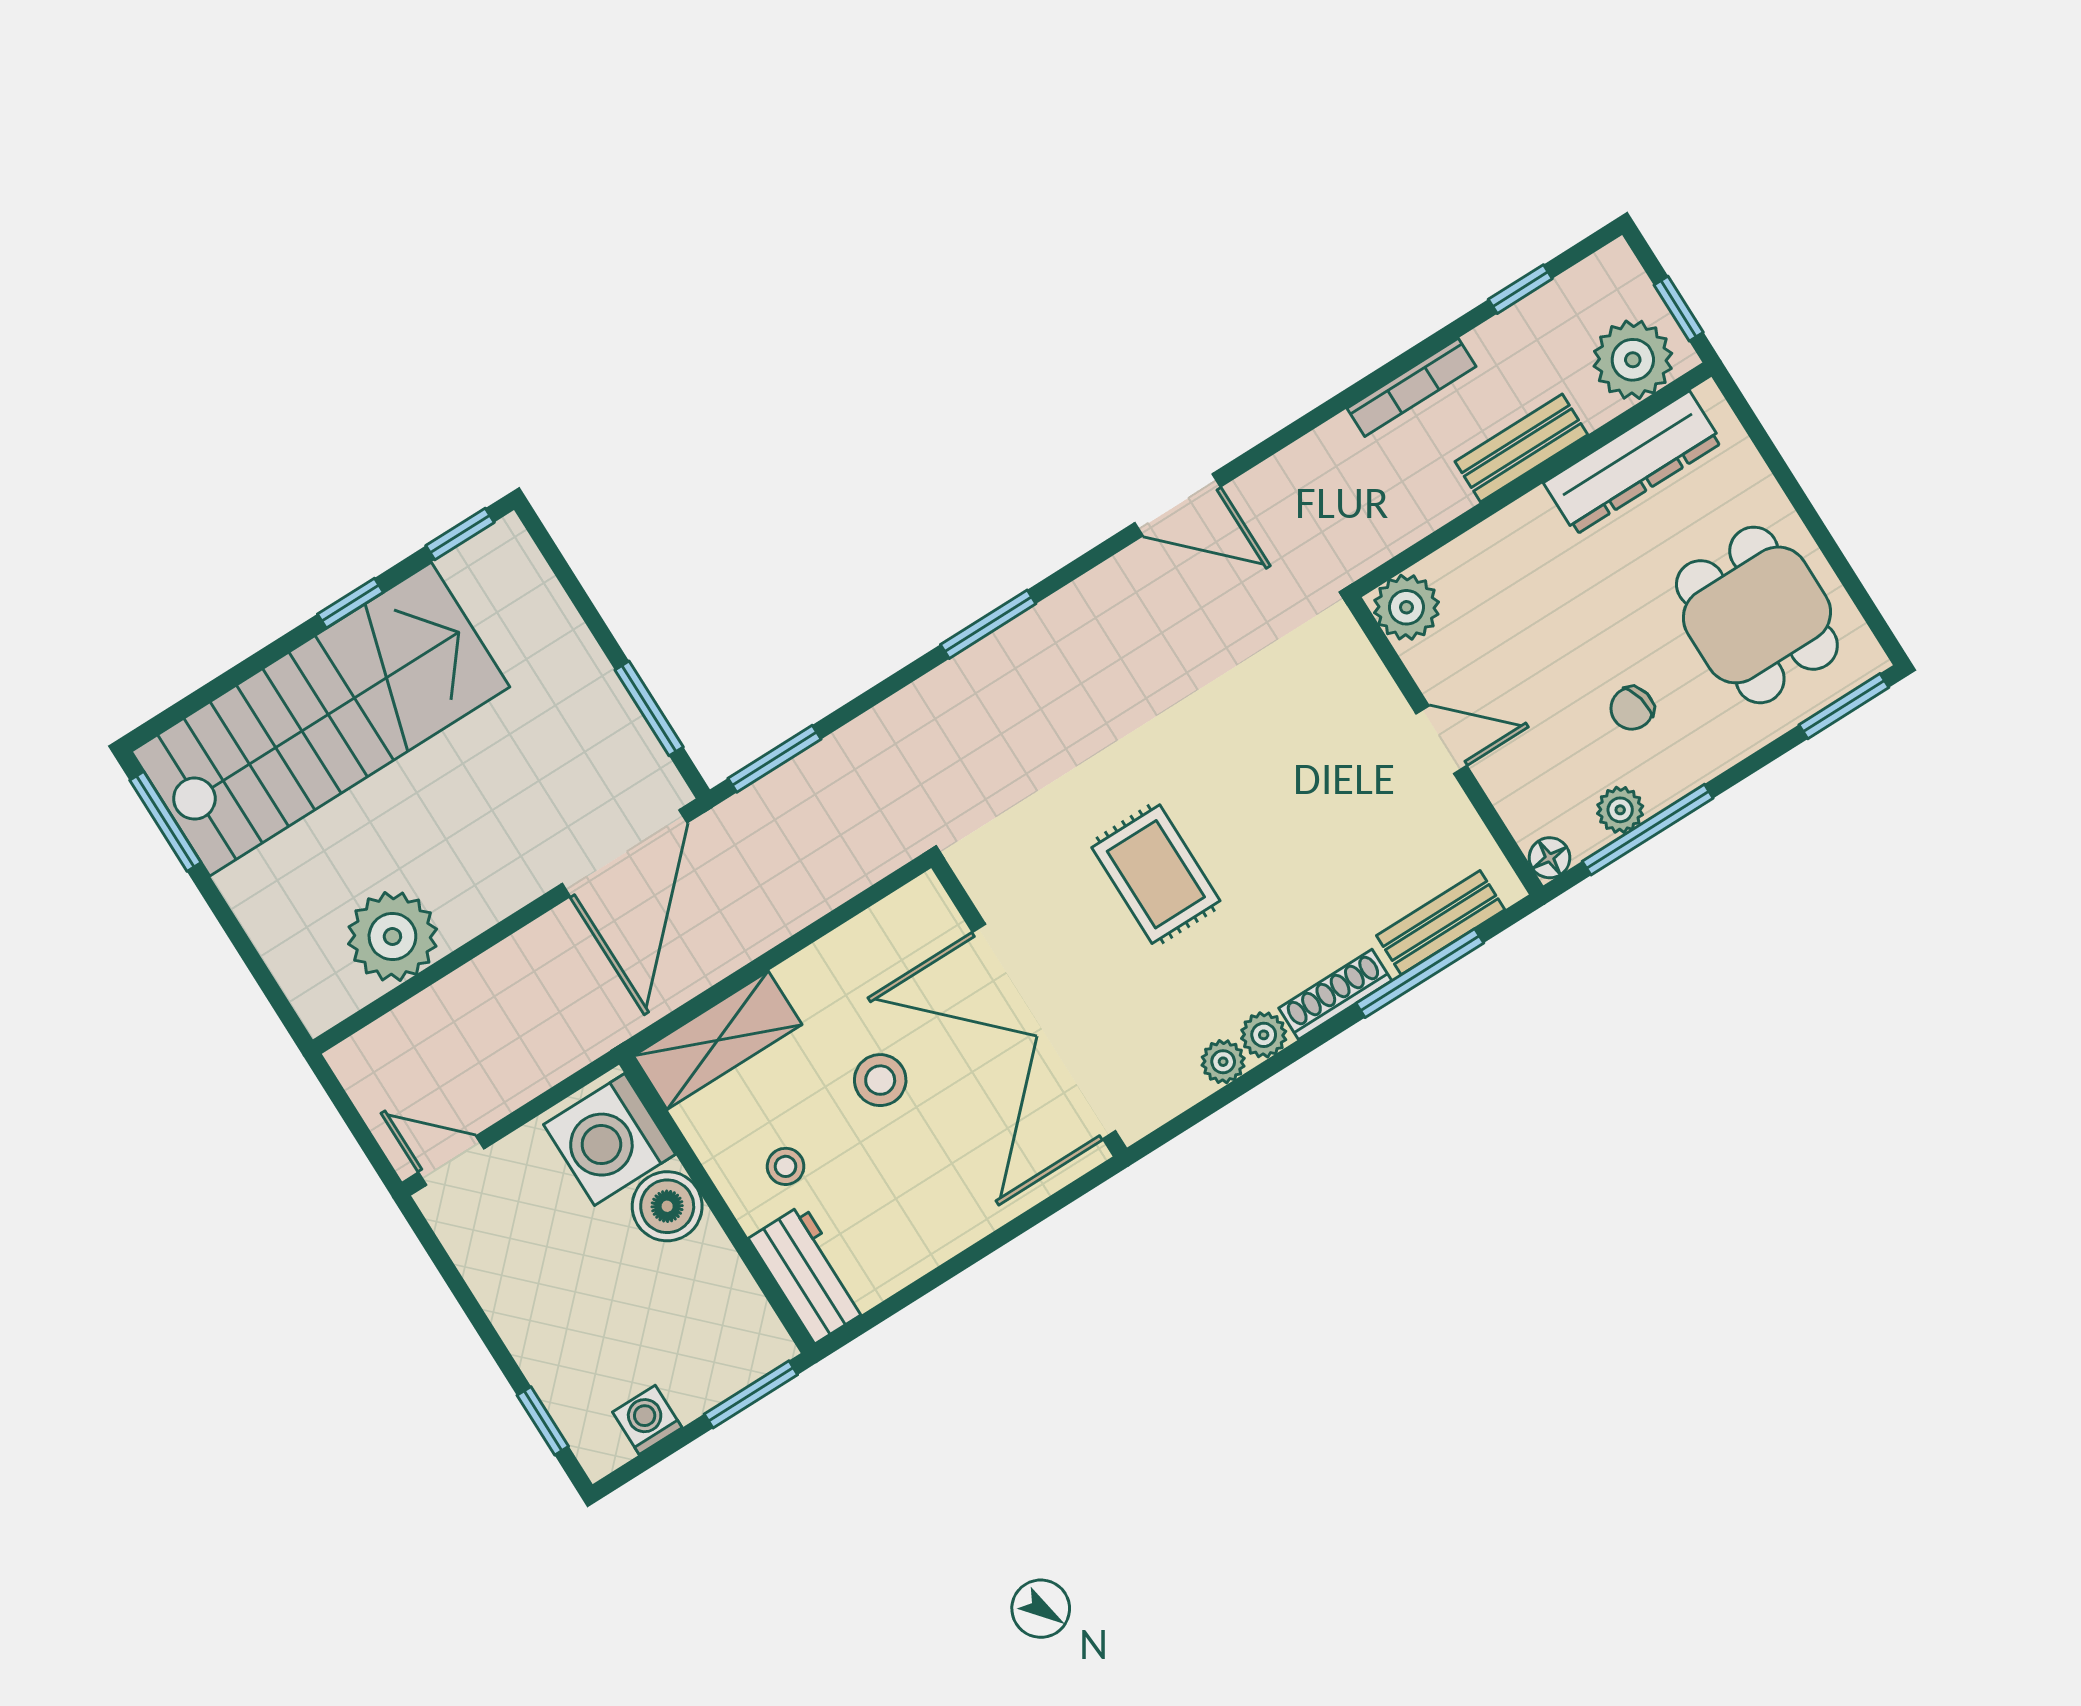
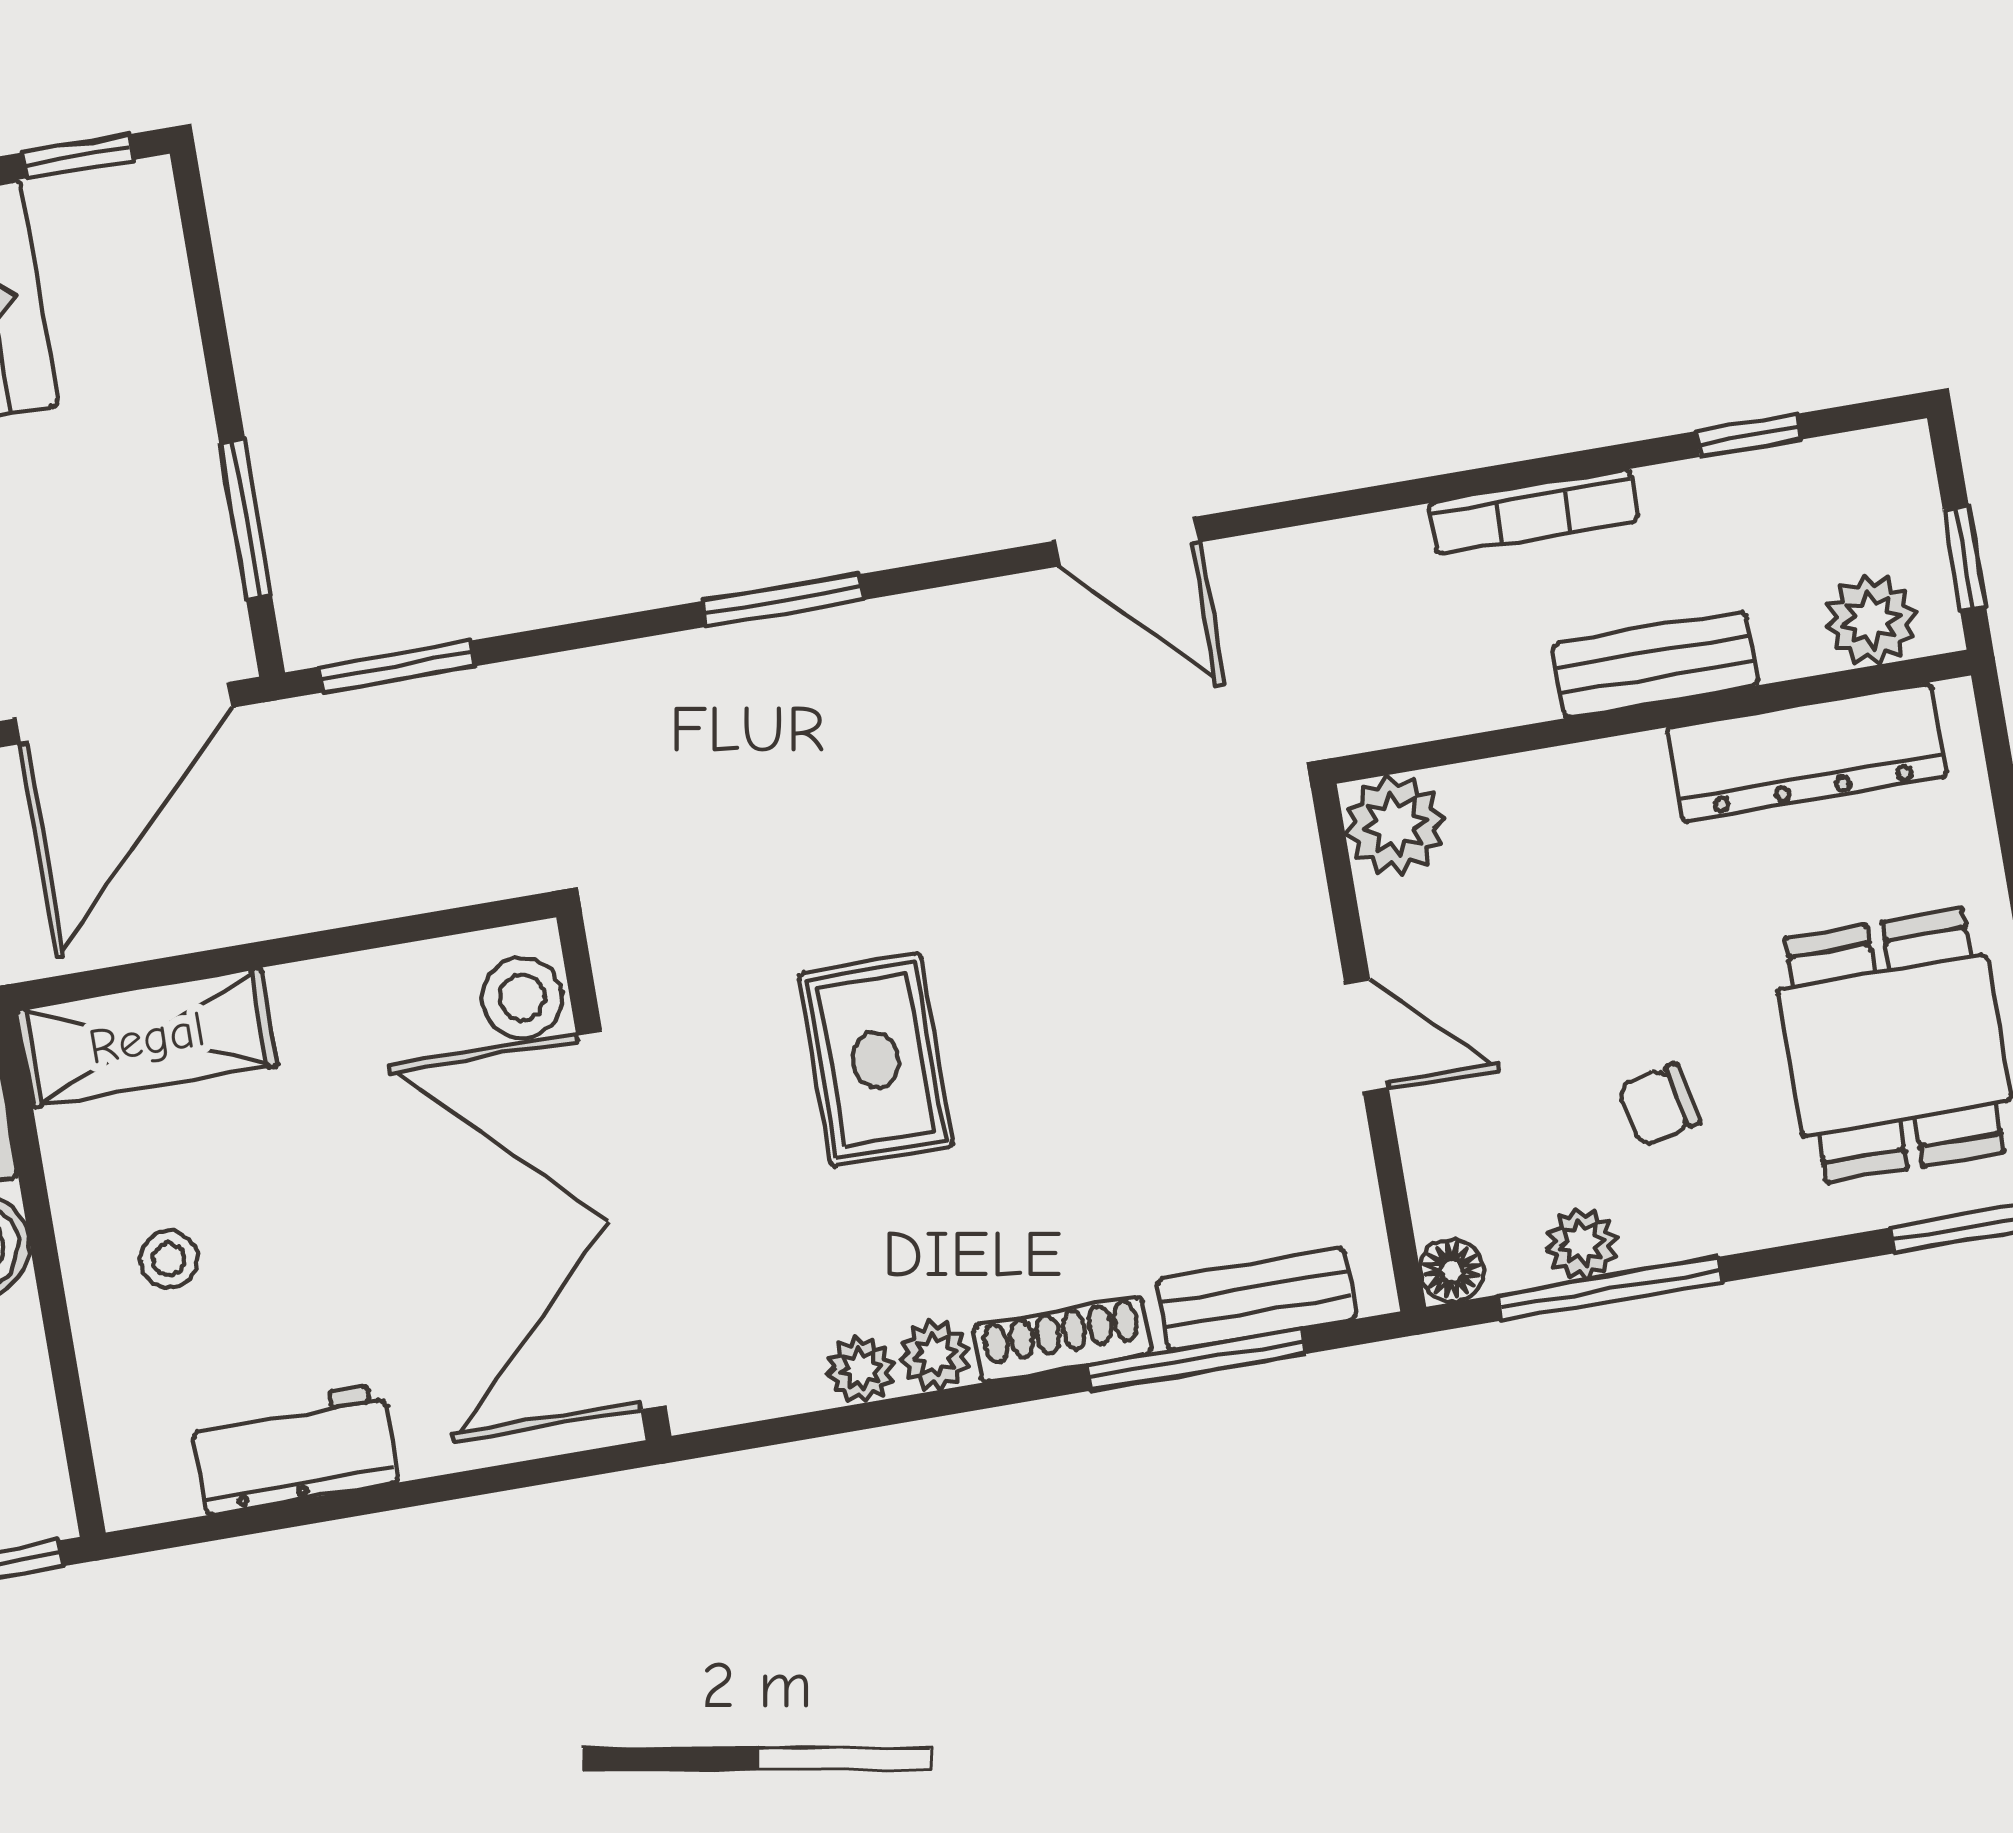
plant: (1633, 360) -> (1871, 620), width x0.73, depth x0.73
stool: (880, 1080) -> (522, 998), moved
workbench: (809, 1274) -> (294, 1449), moved, turned -90

